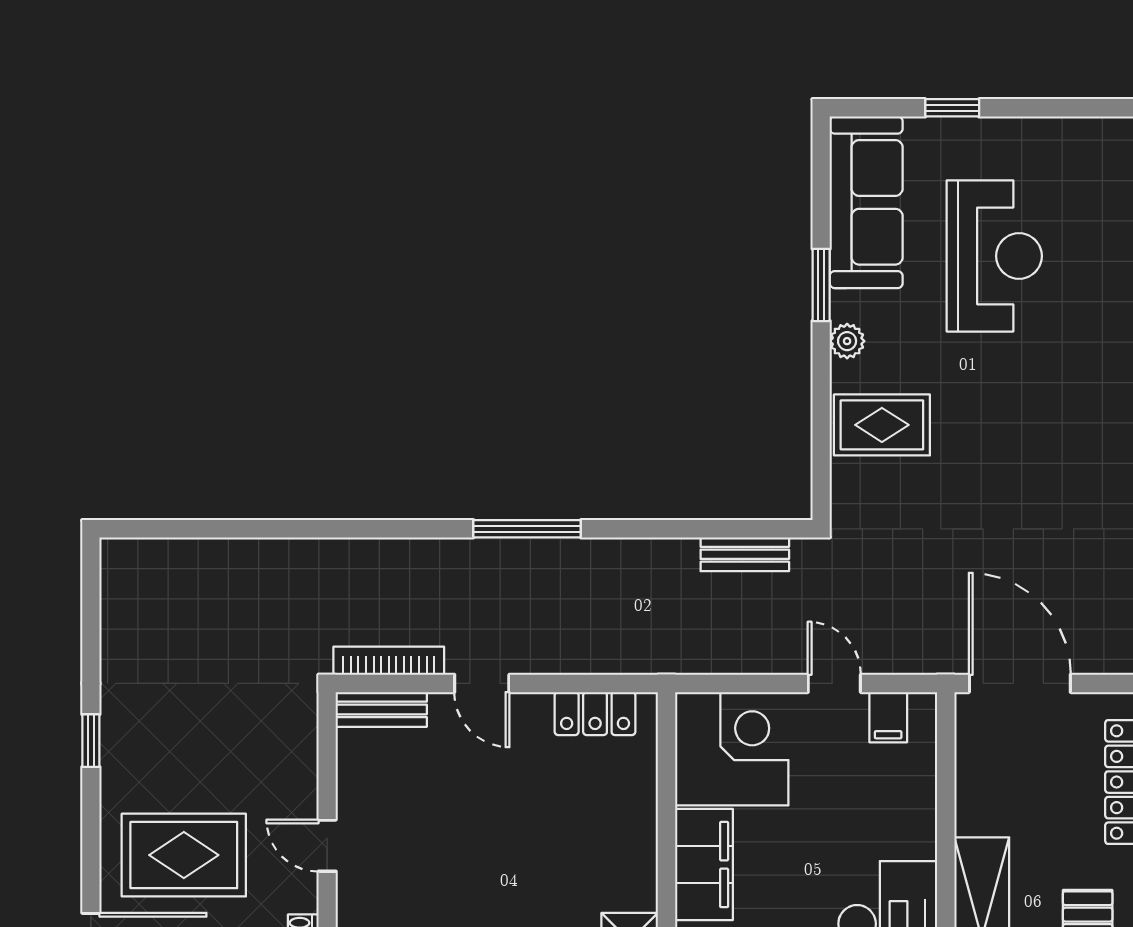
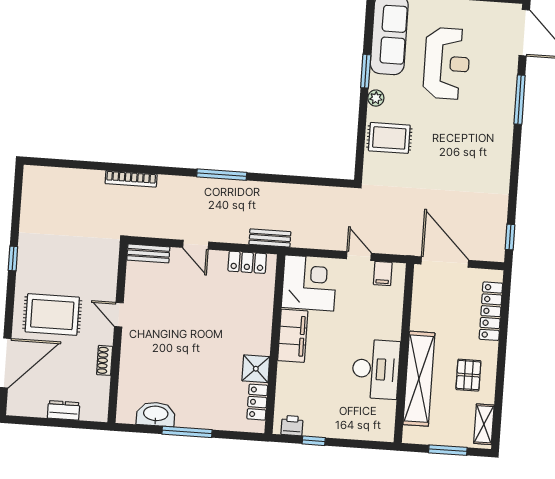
bench: (745, 554) -> (270, 238), moved
bookcase: (389, 661) -> (131, 179), moved, turned 180

